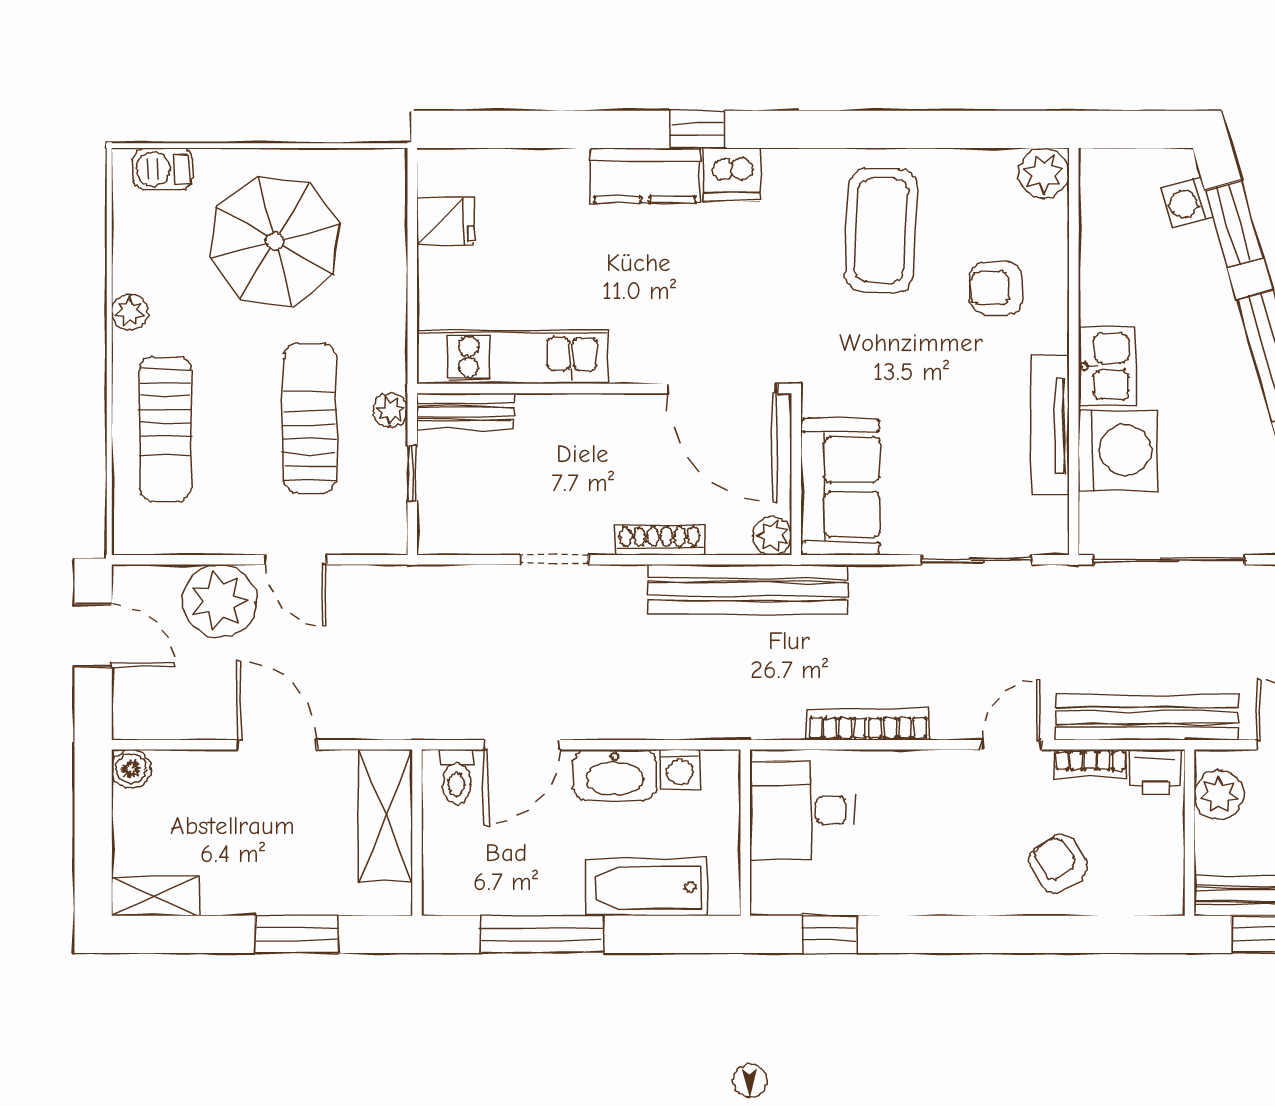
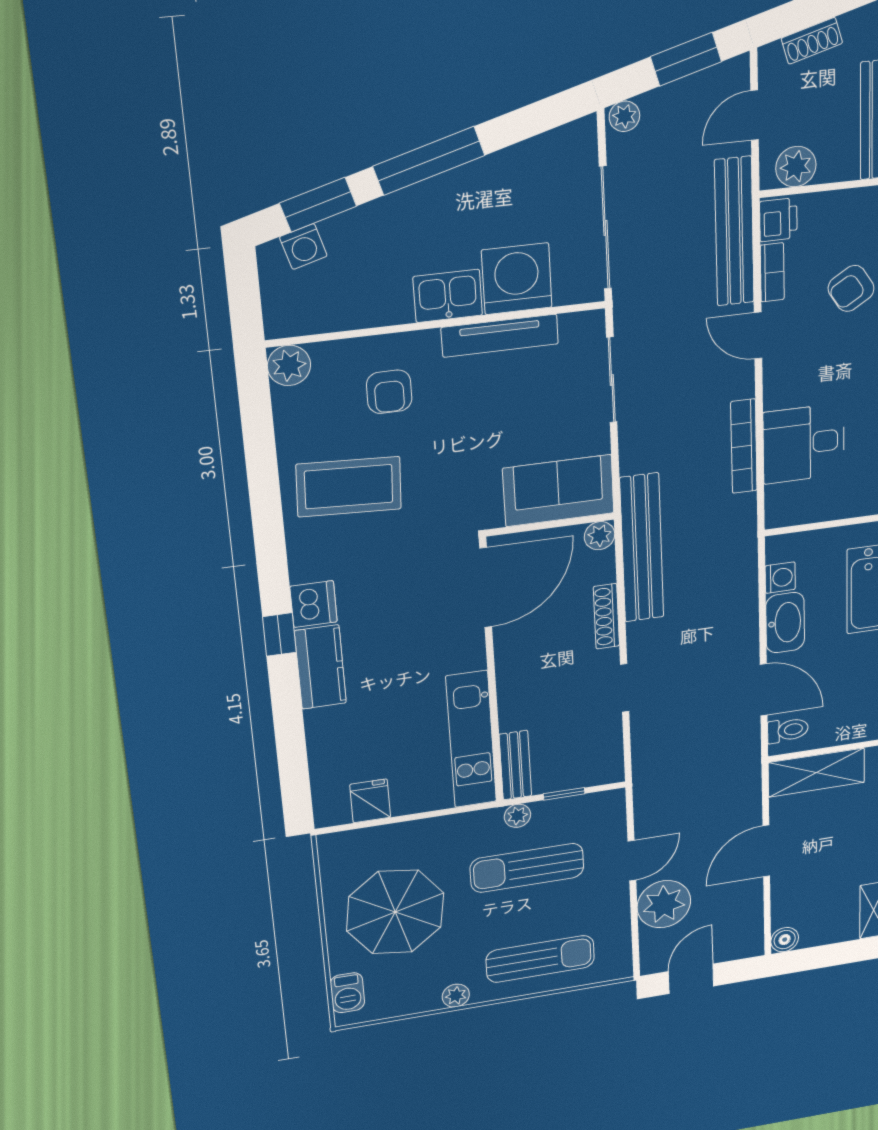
desk: (802, 810) -> (804, 444), moved, turned 90

